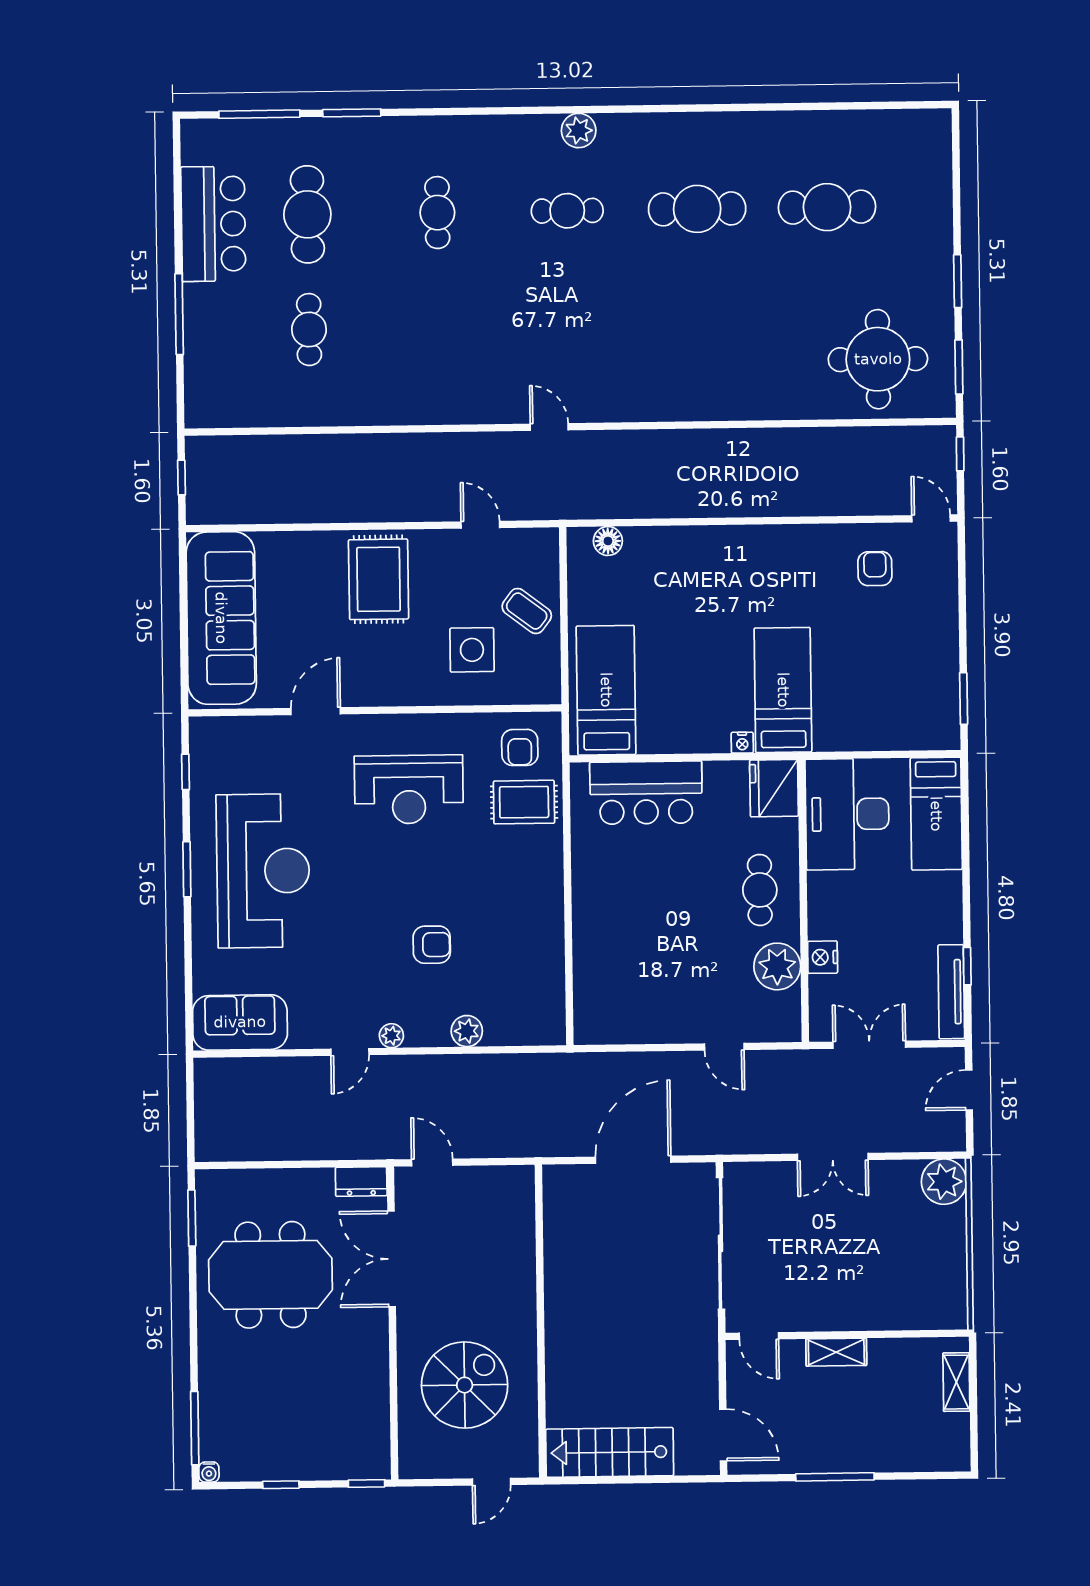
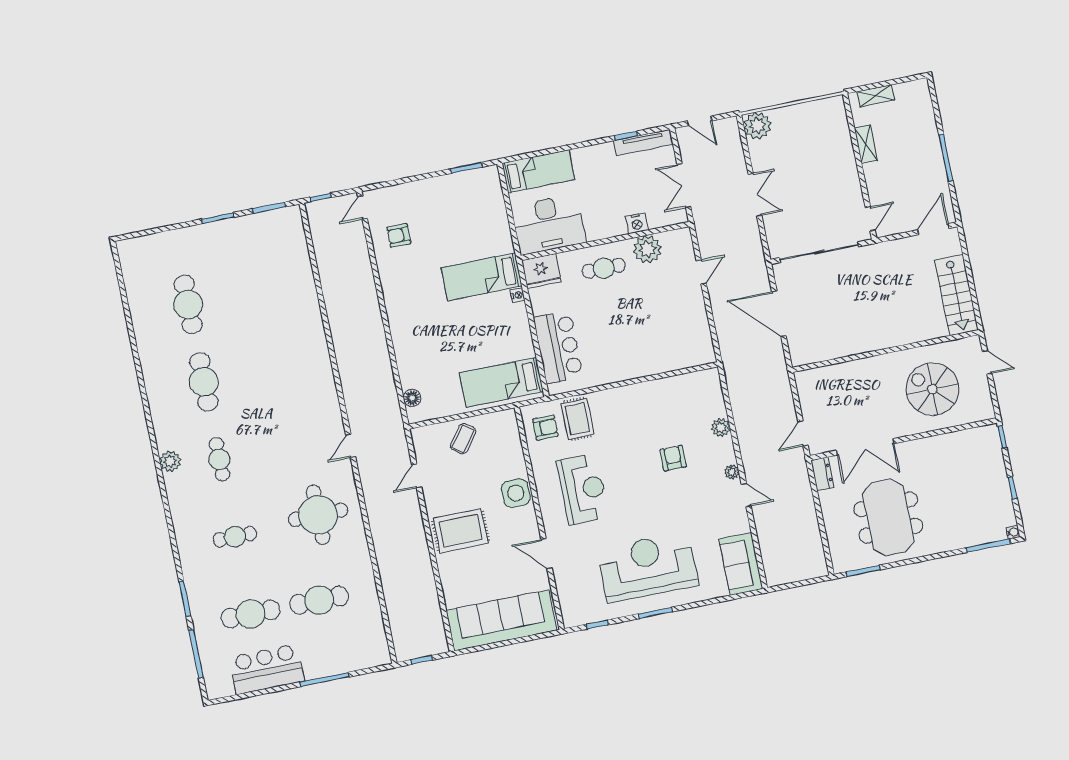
cafe table: (309, 330) -> (319, 600), width x1.37, depth x1.35
round table: (878, 359) -> (318, 515), moved
side table: (472, 650) -> (516, 493), moved
shelving: (836, 1352) -> (866, 144), moved

